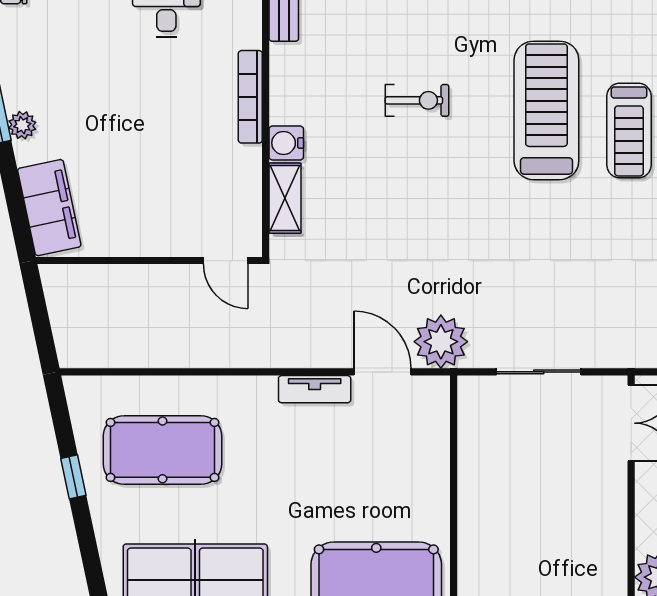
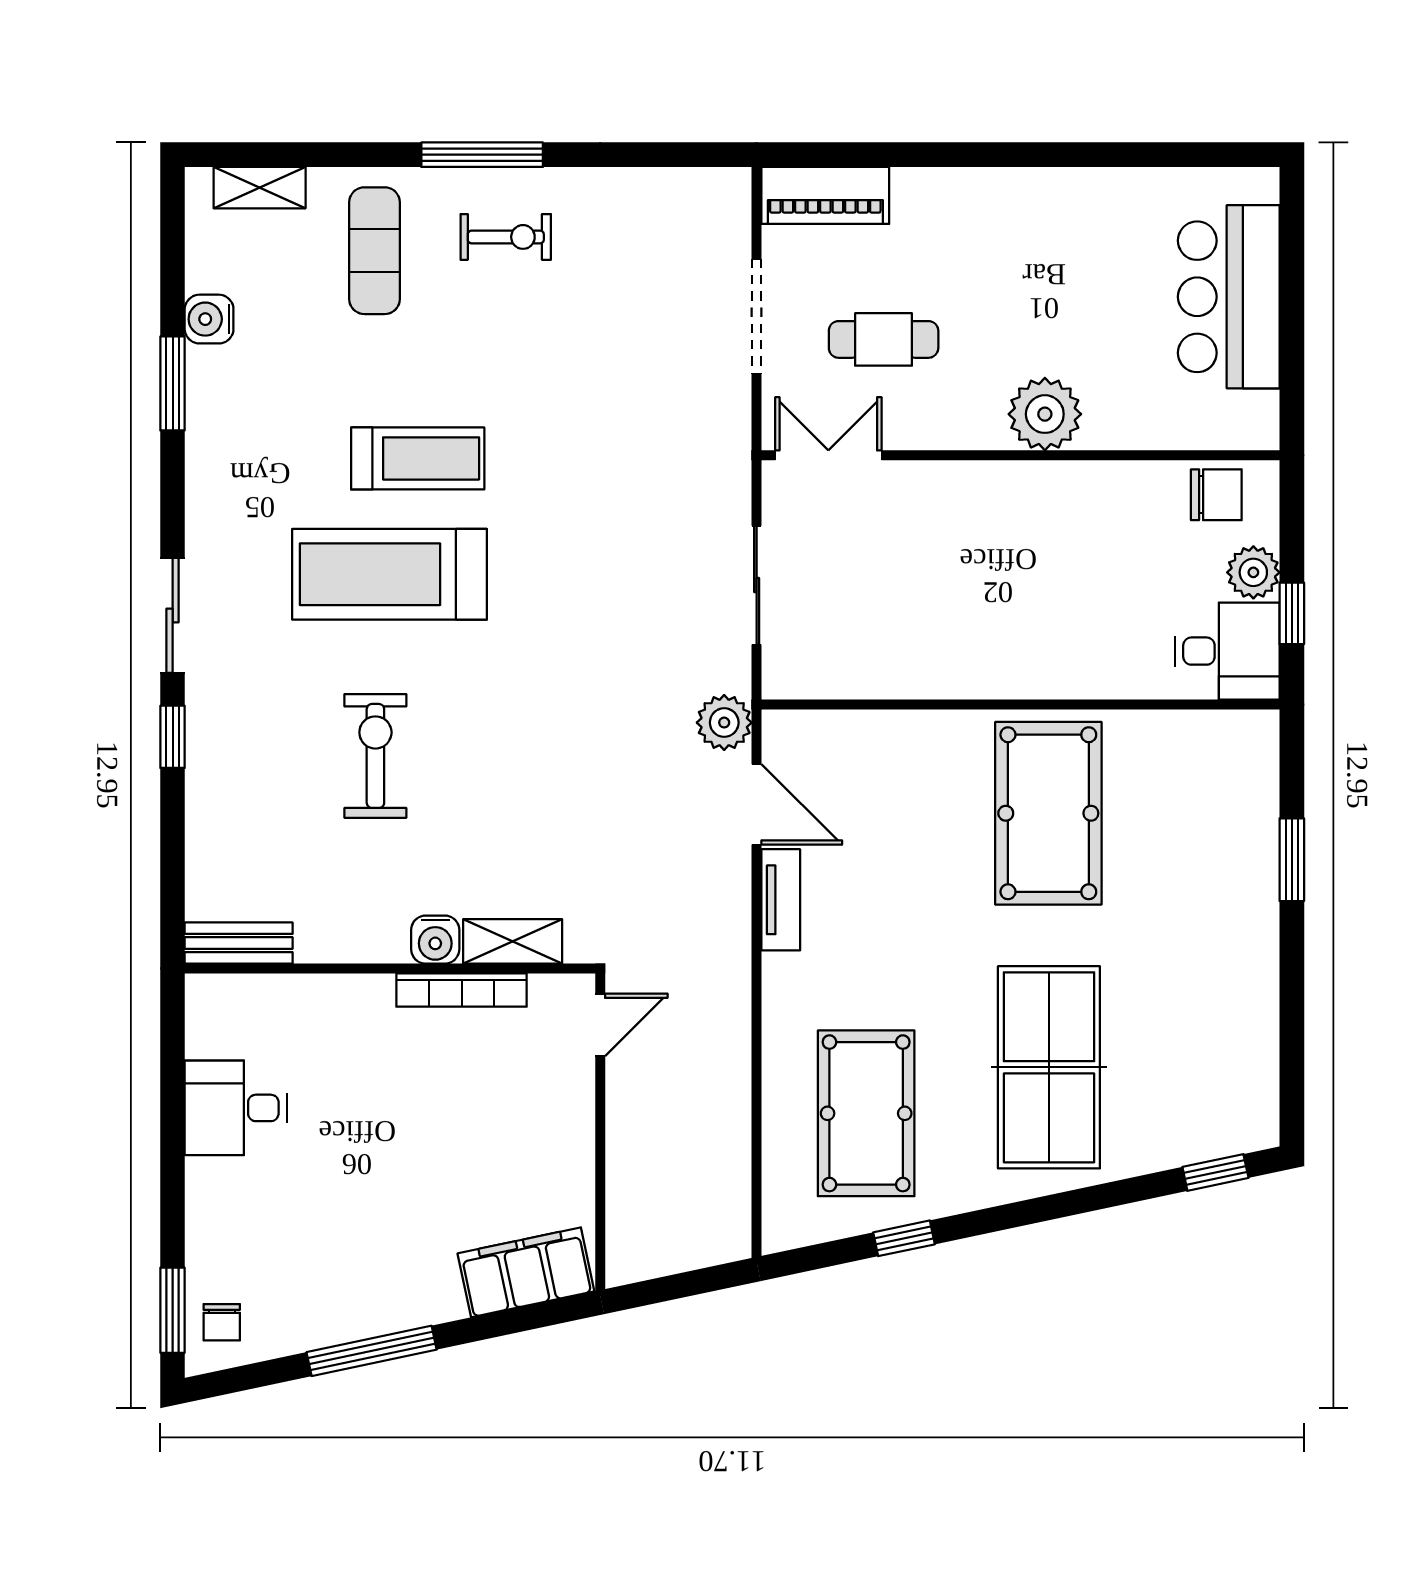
bookcase: (250, 97) -> (462, 990), moved
exercise bike: (417, 100) -> (375, 756), width x1.38, depth x1.39
plant: (22, 125) -> (410, 1310), removed
plant: (441, 342) -> (724, 723), width x0.73, depth x0.73
door: (383, 372) -> (757, 804), swing flipped

